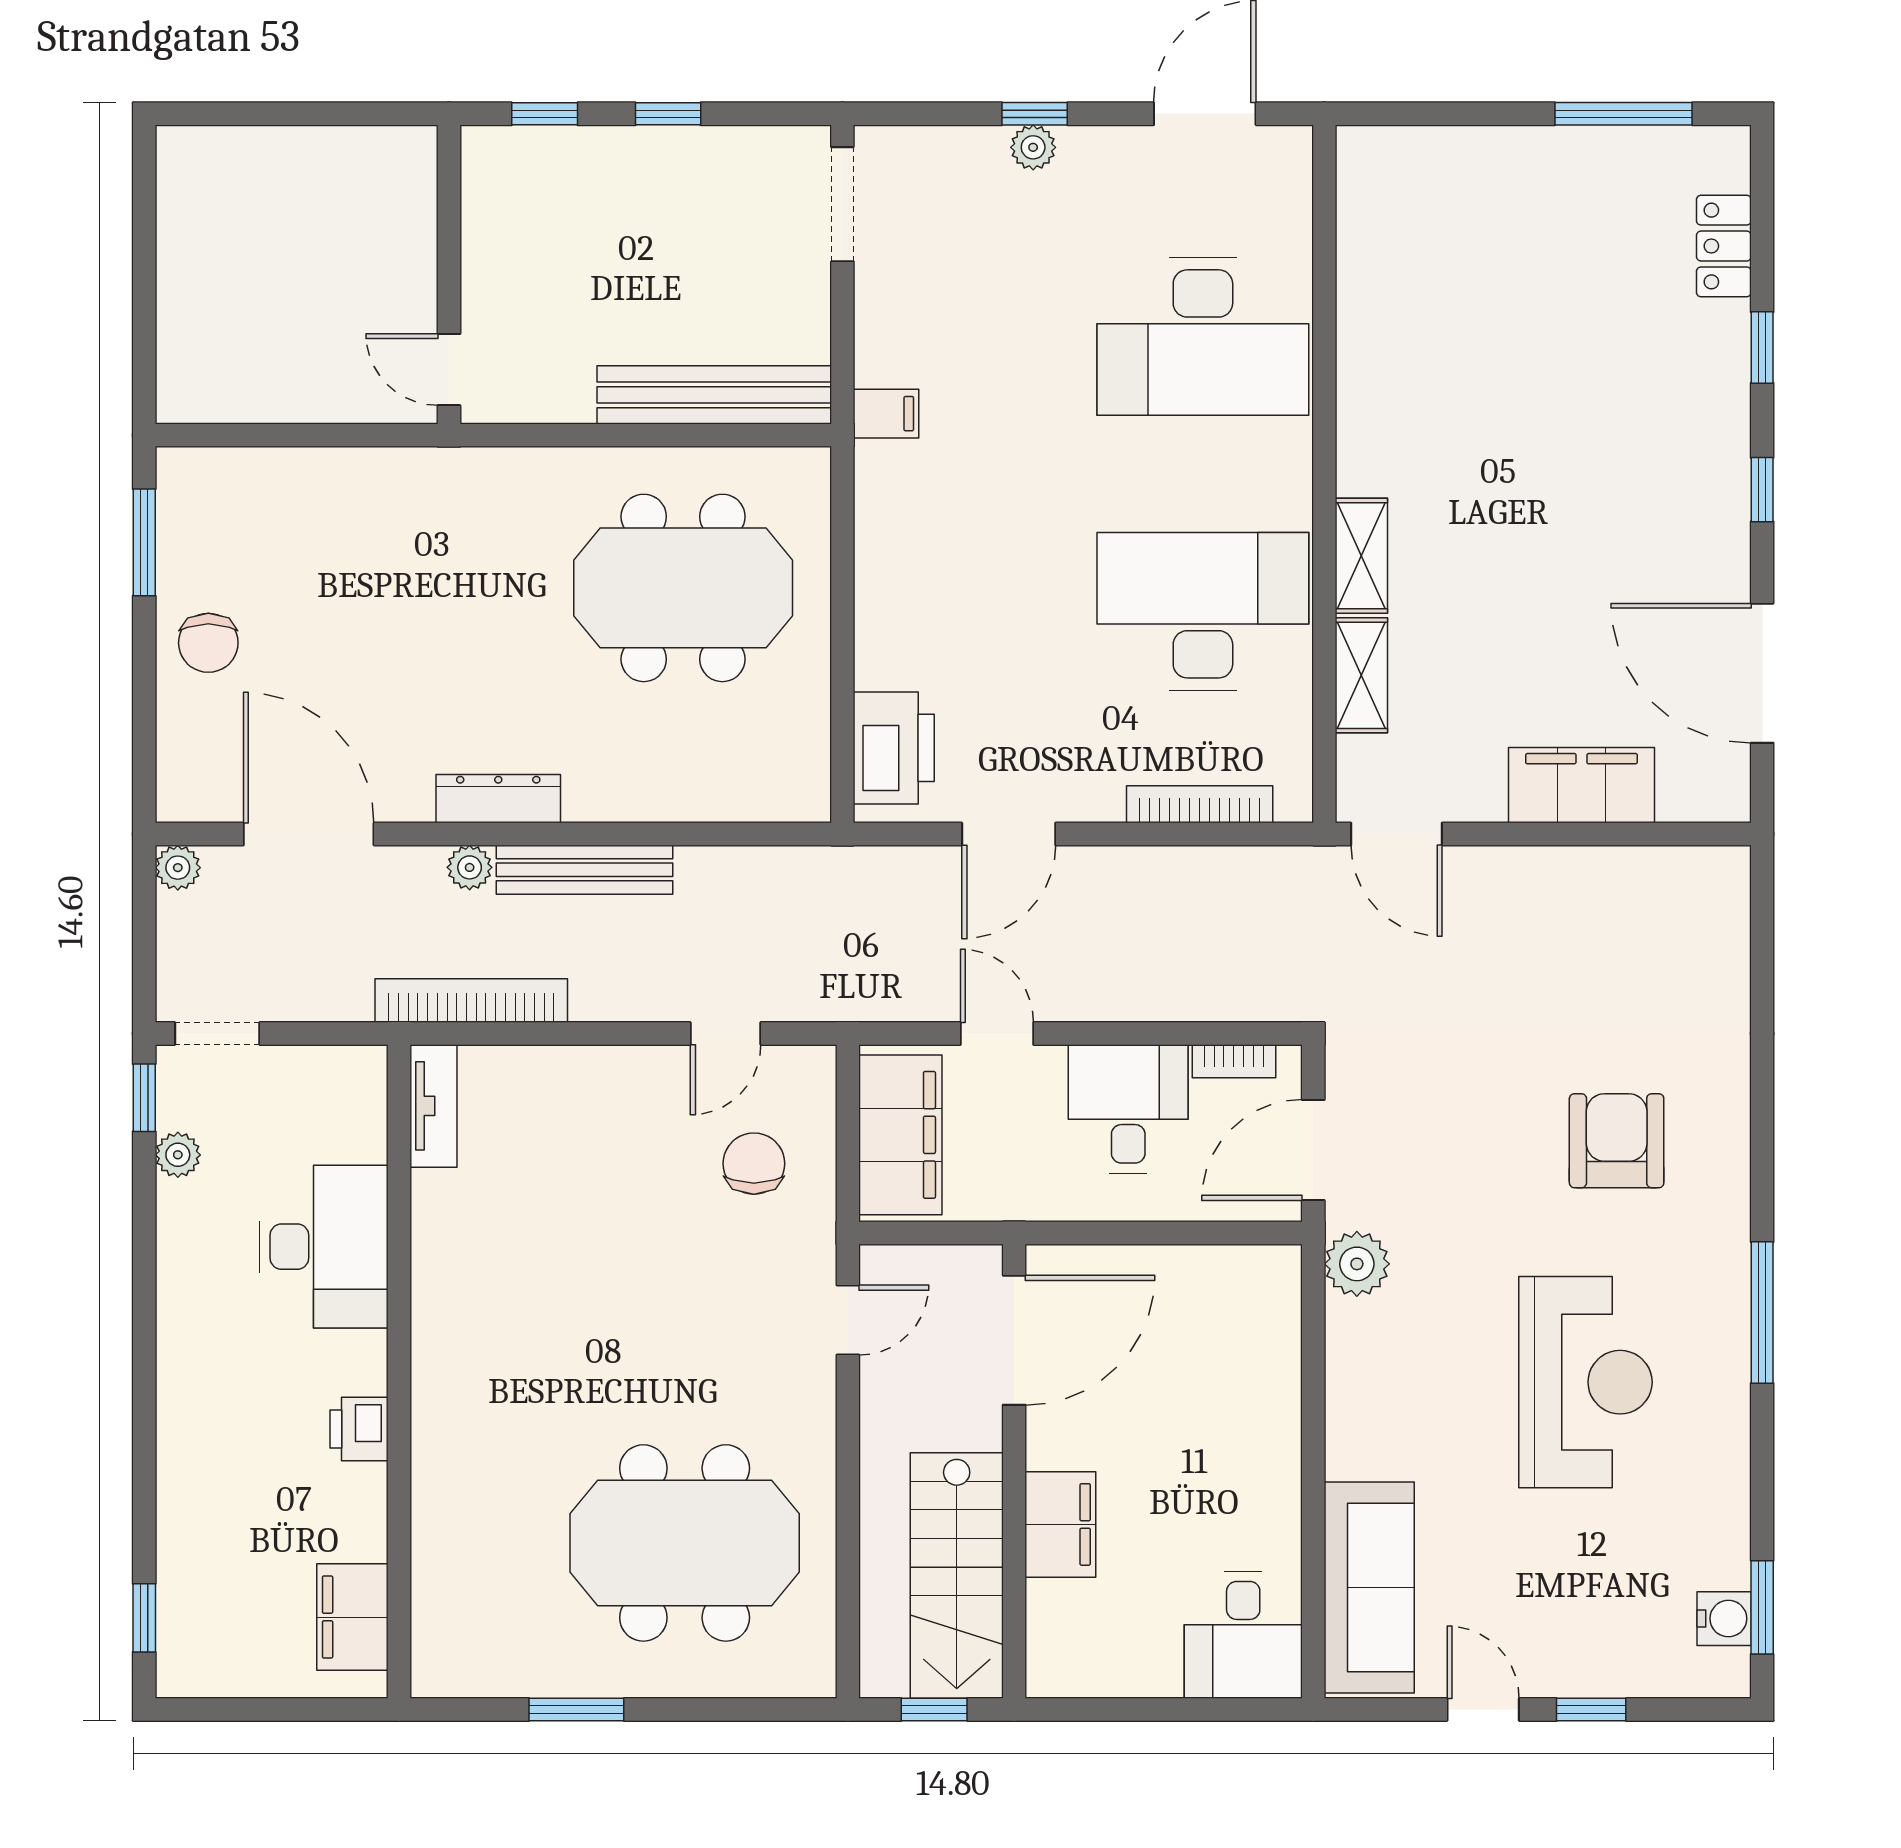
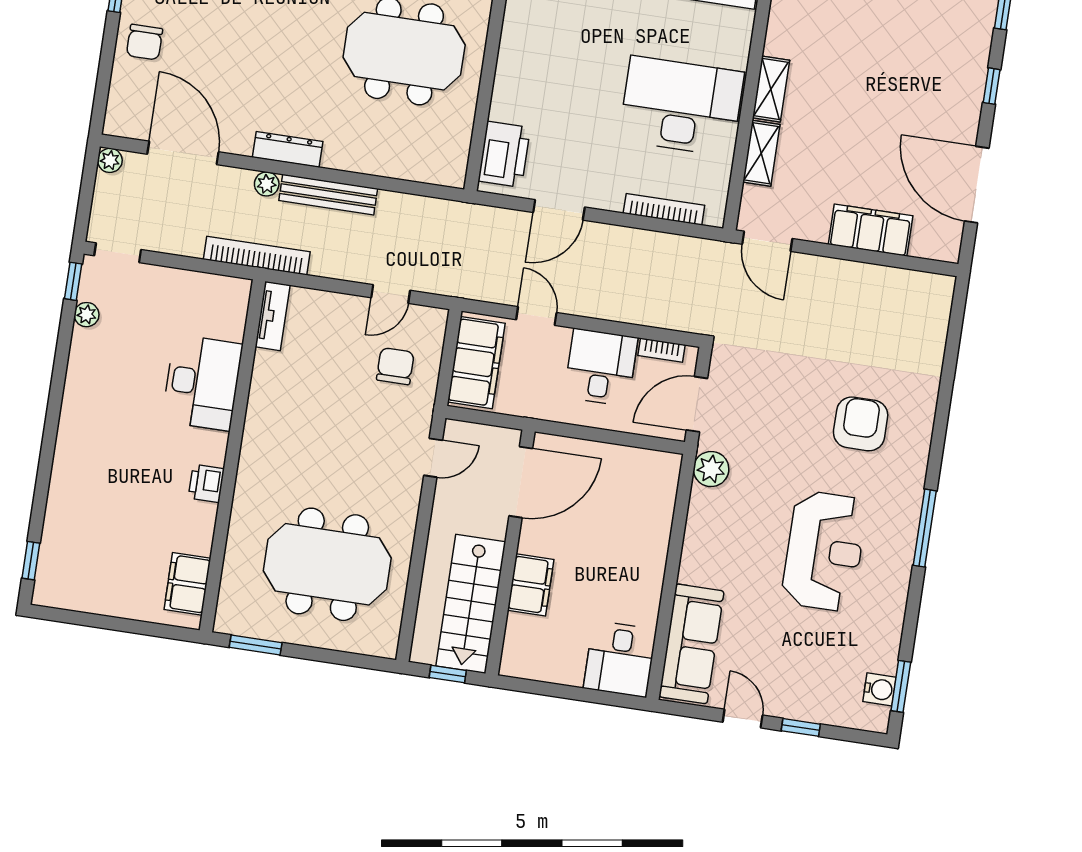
tv unit: (434, 1106) -> (273, 316), moved
desk: (324, 1247) -> (202, 383), moved
wall: (399, 1371) -> (232, 456), moved
printer: (359, 1429) -> (206, 483), moved
filing cabinet: (352, 1617) -> (187, 584), moved

